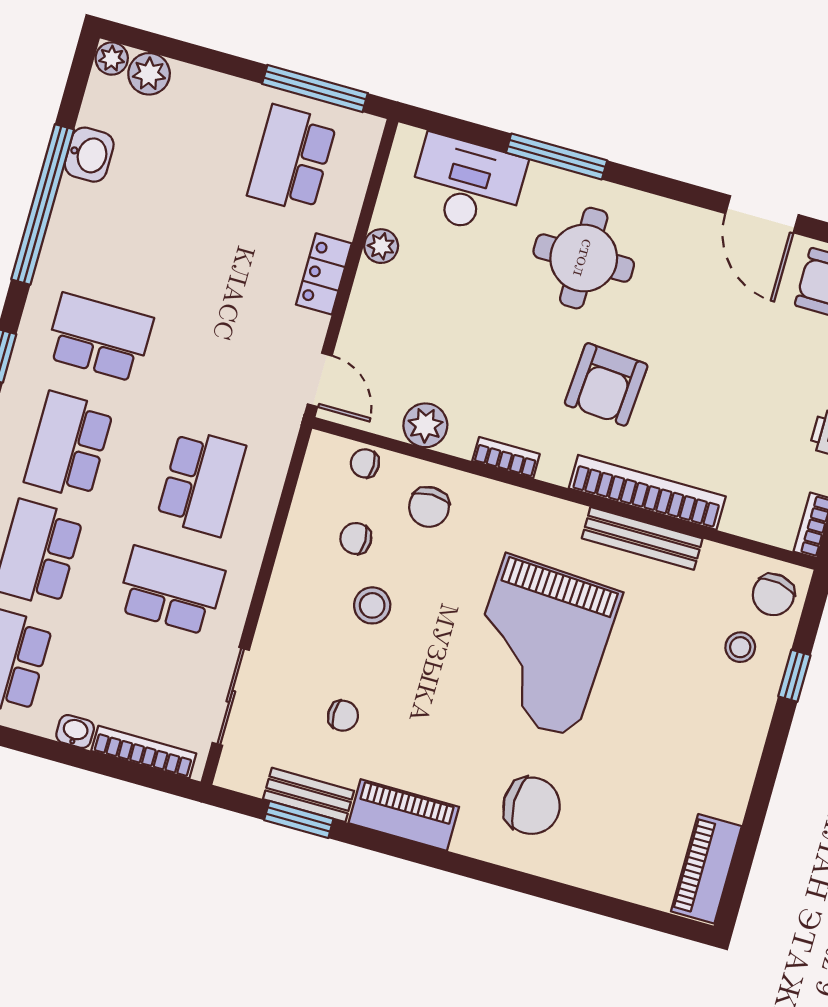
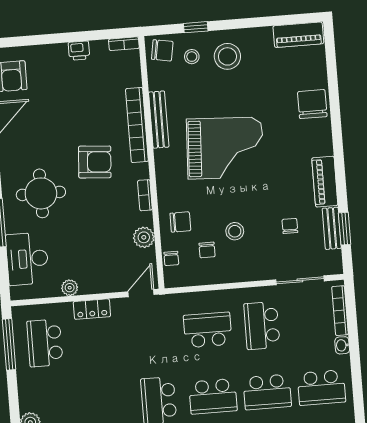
school desk: (292, 159) -> (45, 343), turned 90
stool: (715, 716) -> (227, 56), added
chair: (532, 806) -> (312, 104), moved

